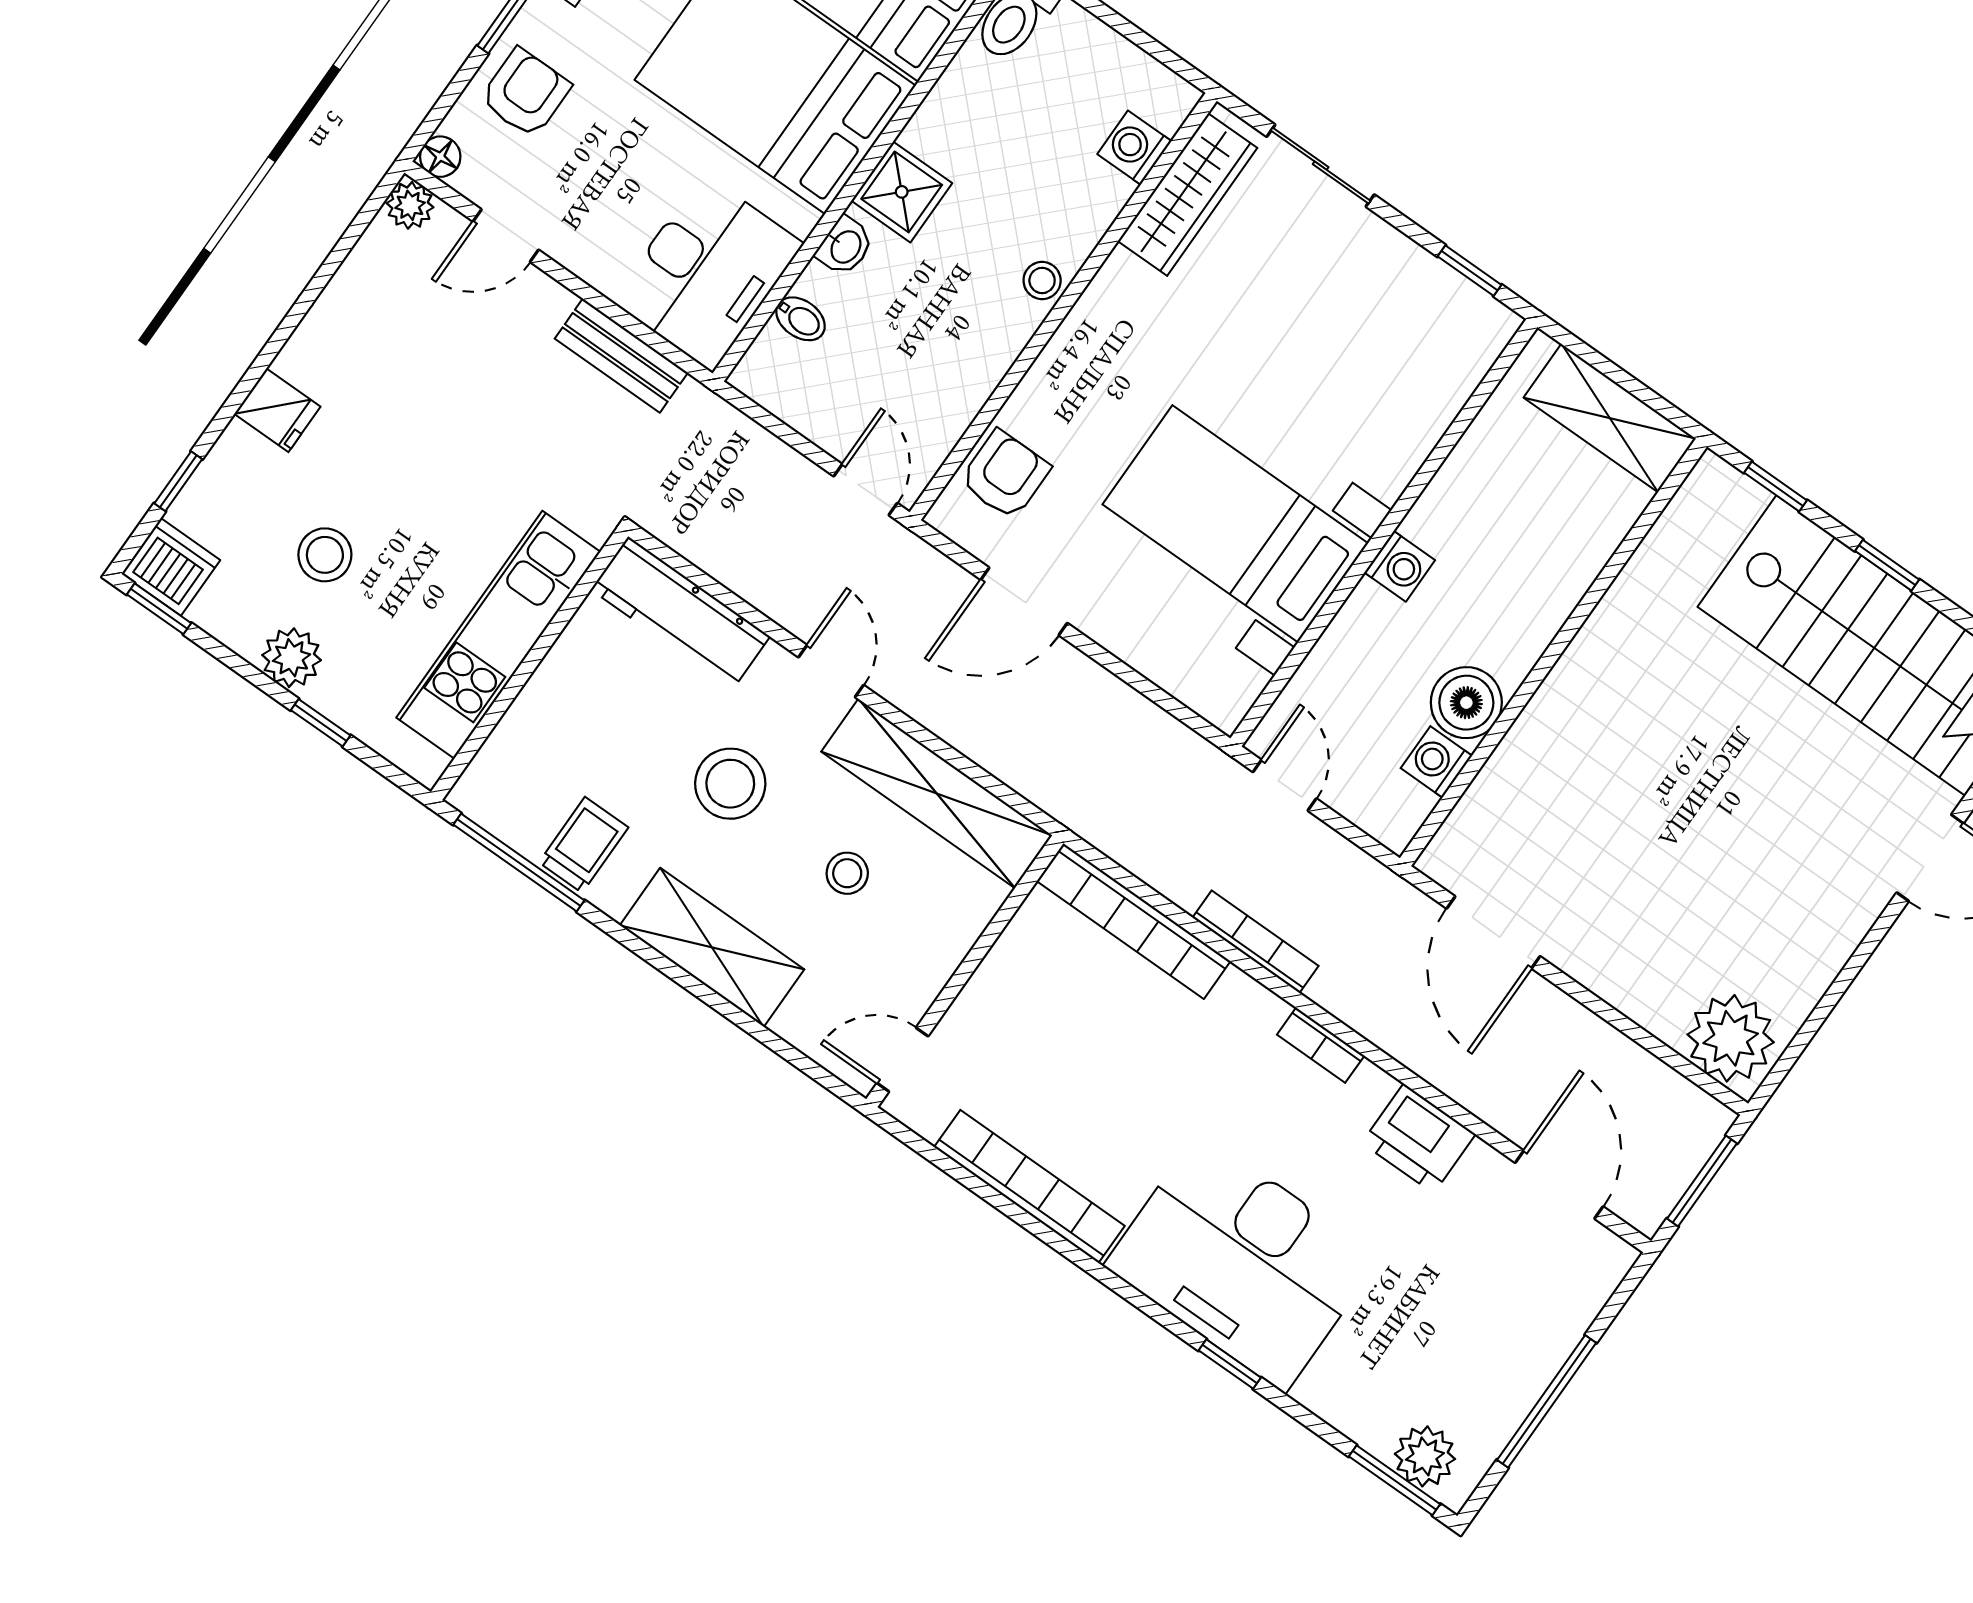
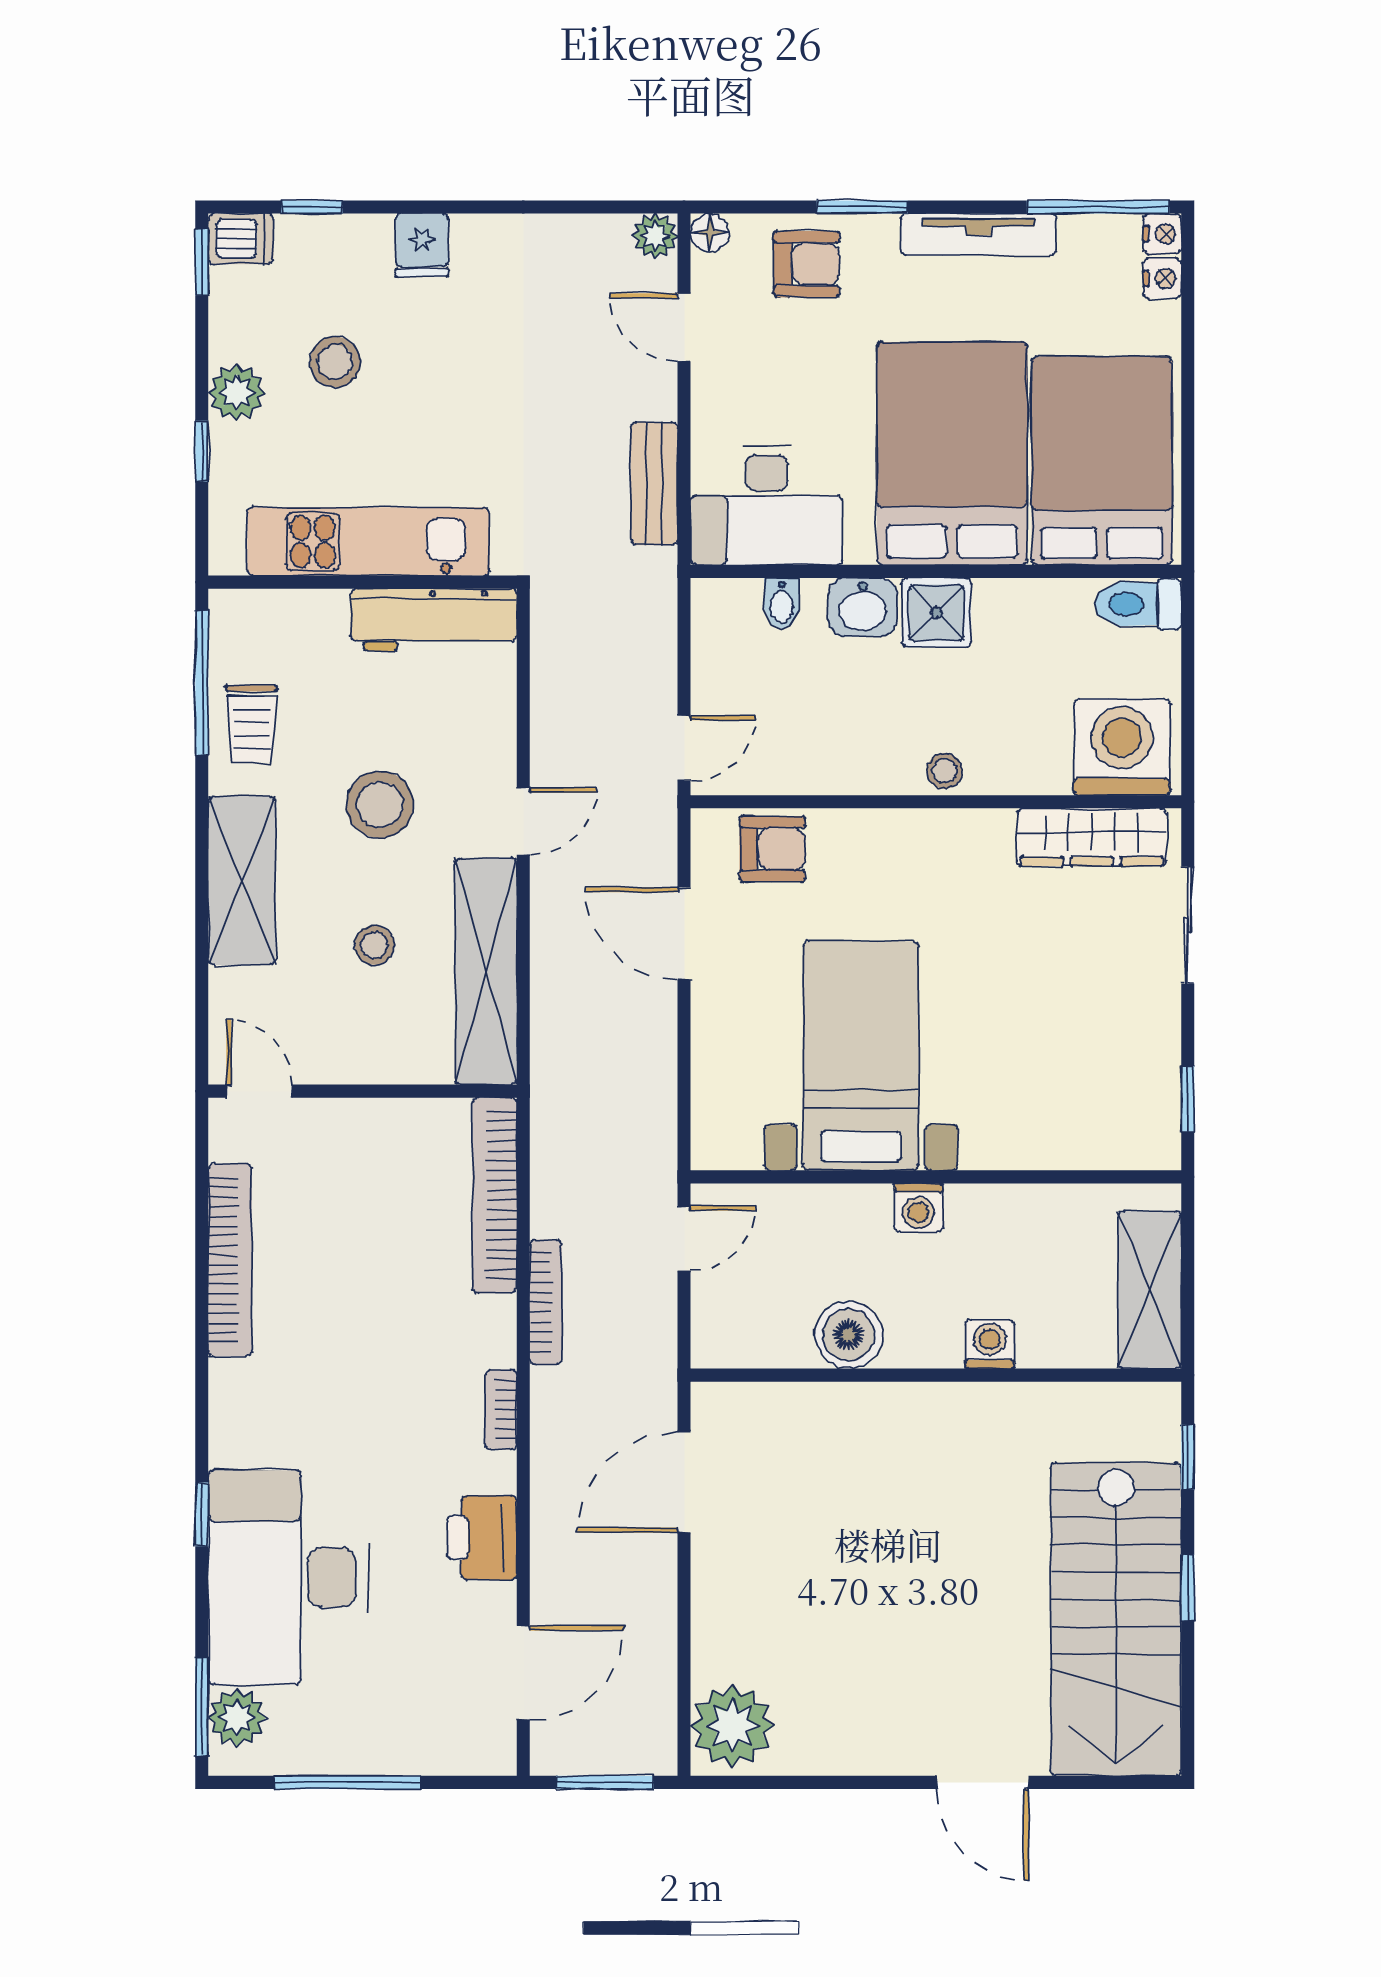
washing machine: (1134, 148) -> (1122, 747), width x1.89, depth x1.89
washbasin: (845, 246) -> (863, 607), width x1.38, depth x1.45
dishwasher: (171, 567) -> (241, 239), width x0.73
workbench: (680, 613) -> (434, 620), moved, turned -90
washing machine: (1436, 762) -> (990, 1344), moved
trolley: (584, 845) -> (251, 724), turned 90
desk: (1242, 1262) -> (288, 1577), moved

